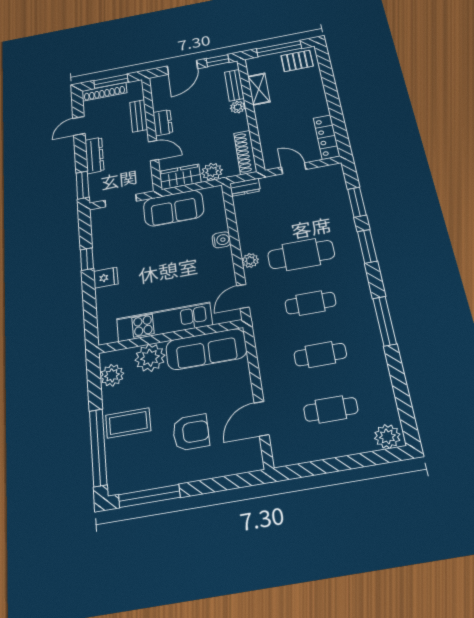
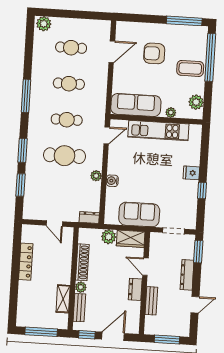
pallet: (297, 61) -> (31, 316), removed
shoe rack: (104, 92) -> (173, 331), removed
locker: (327, 137) -> (26, 262), moved
shoe rack: (245, 152) -> (82, 262), moved
plant: (250, 261) -> (96, 176), moved
plant: (150, 358) -> (171, 112), width x0.53, depth x0.53

